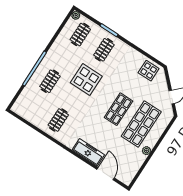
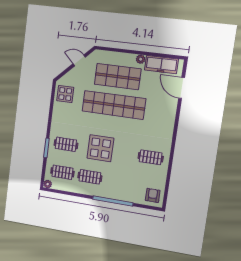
clothes rail: (50, 81) -> (90, 177), moved
armchair: (24, 106) -> (153, 195), added
shop shelf: (119, 109) -> (114, 105), width x2.00, depth x1.36
freezer: (88, 152) -> (161, 65), moved, turned -90
door: (106, 174) -> (182, 88), hinge flipped

